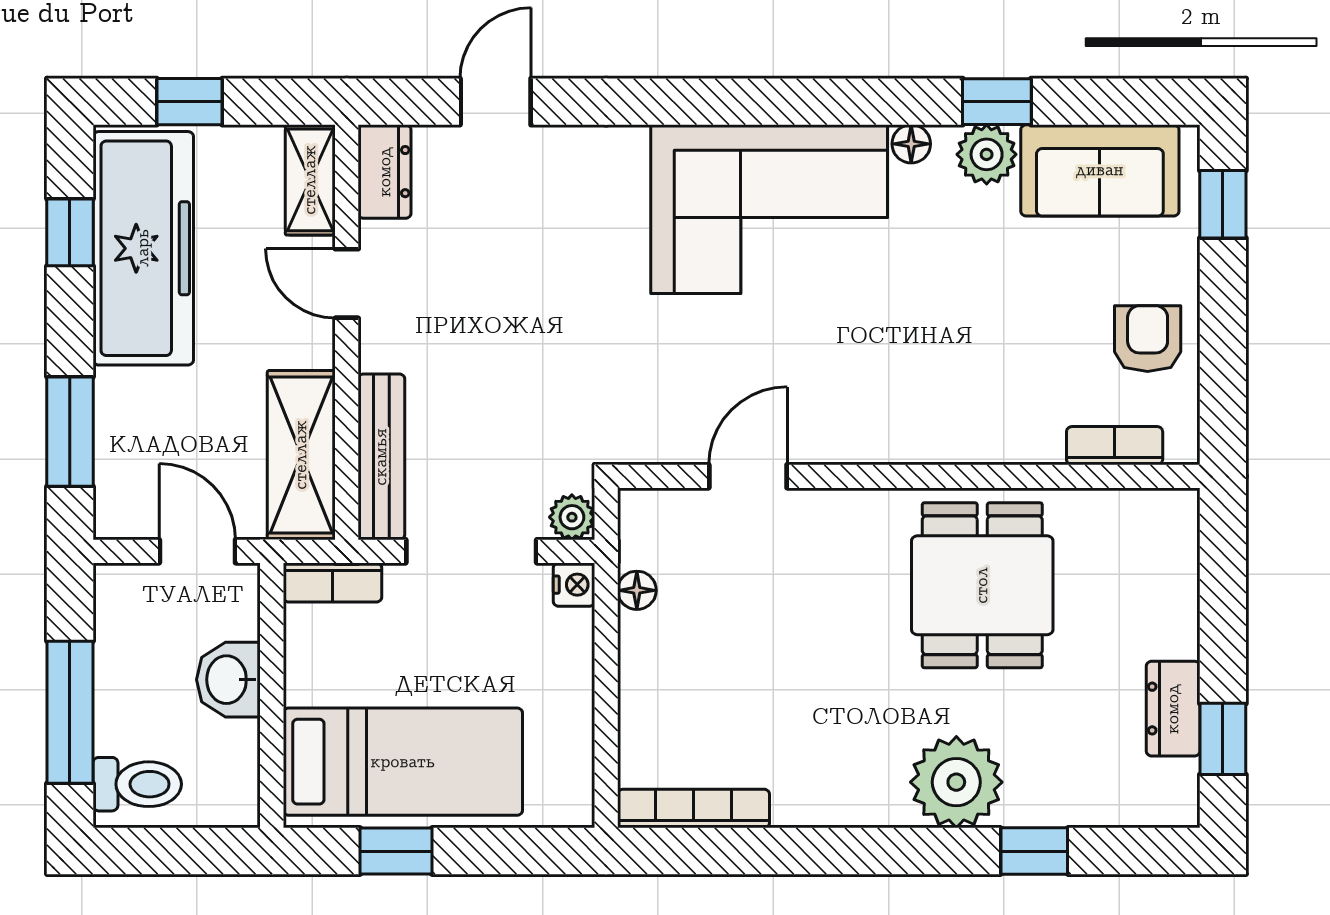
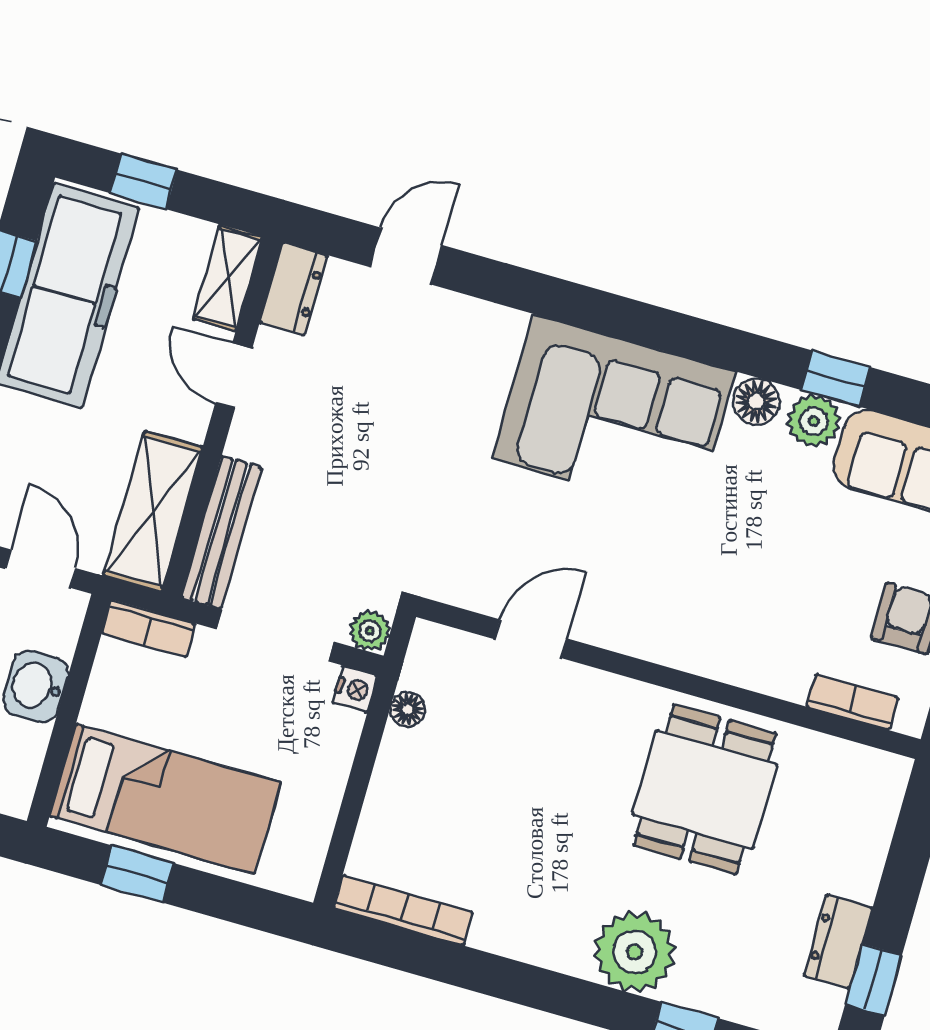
floor lamp: (911, 144) -> (756, 402), width x1.37, depth x1.37

